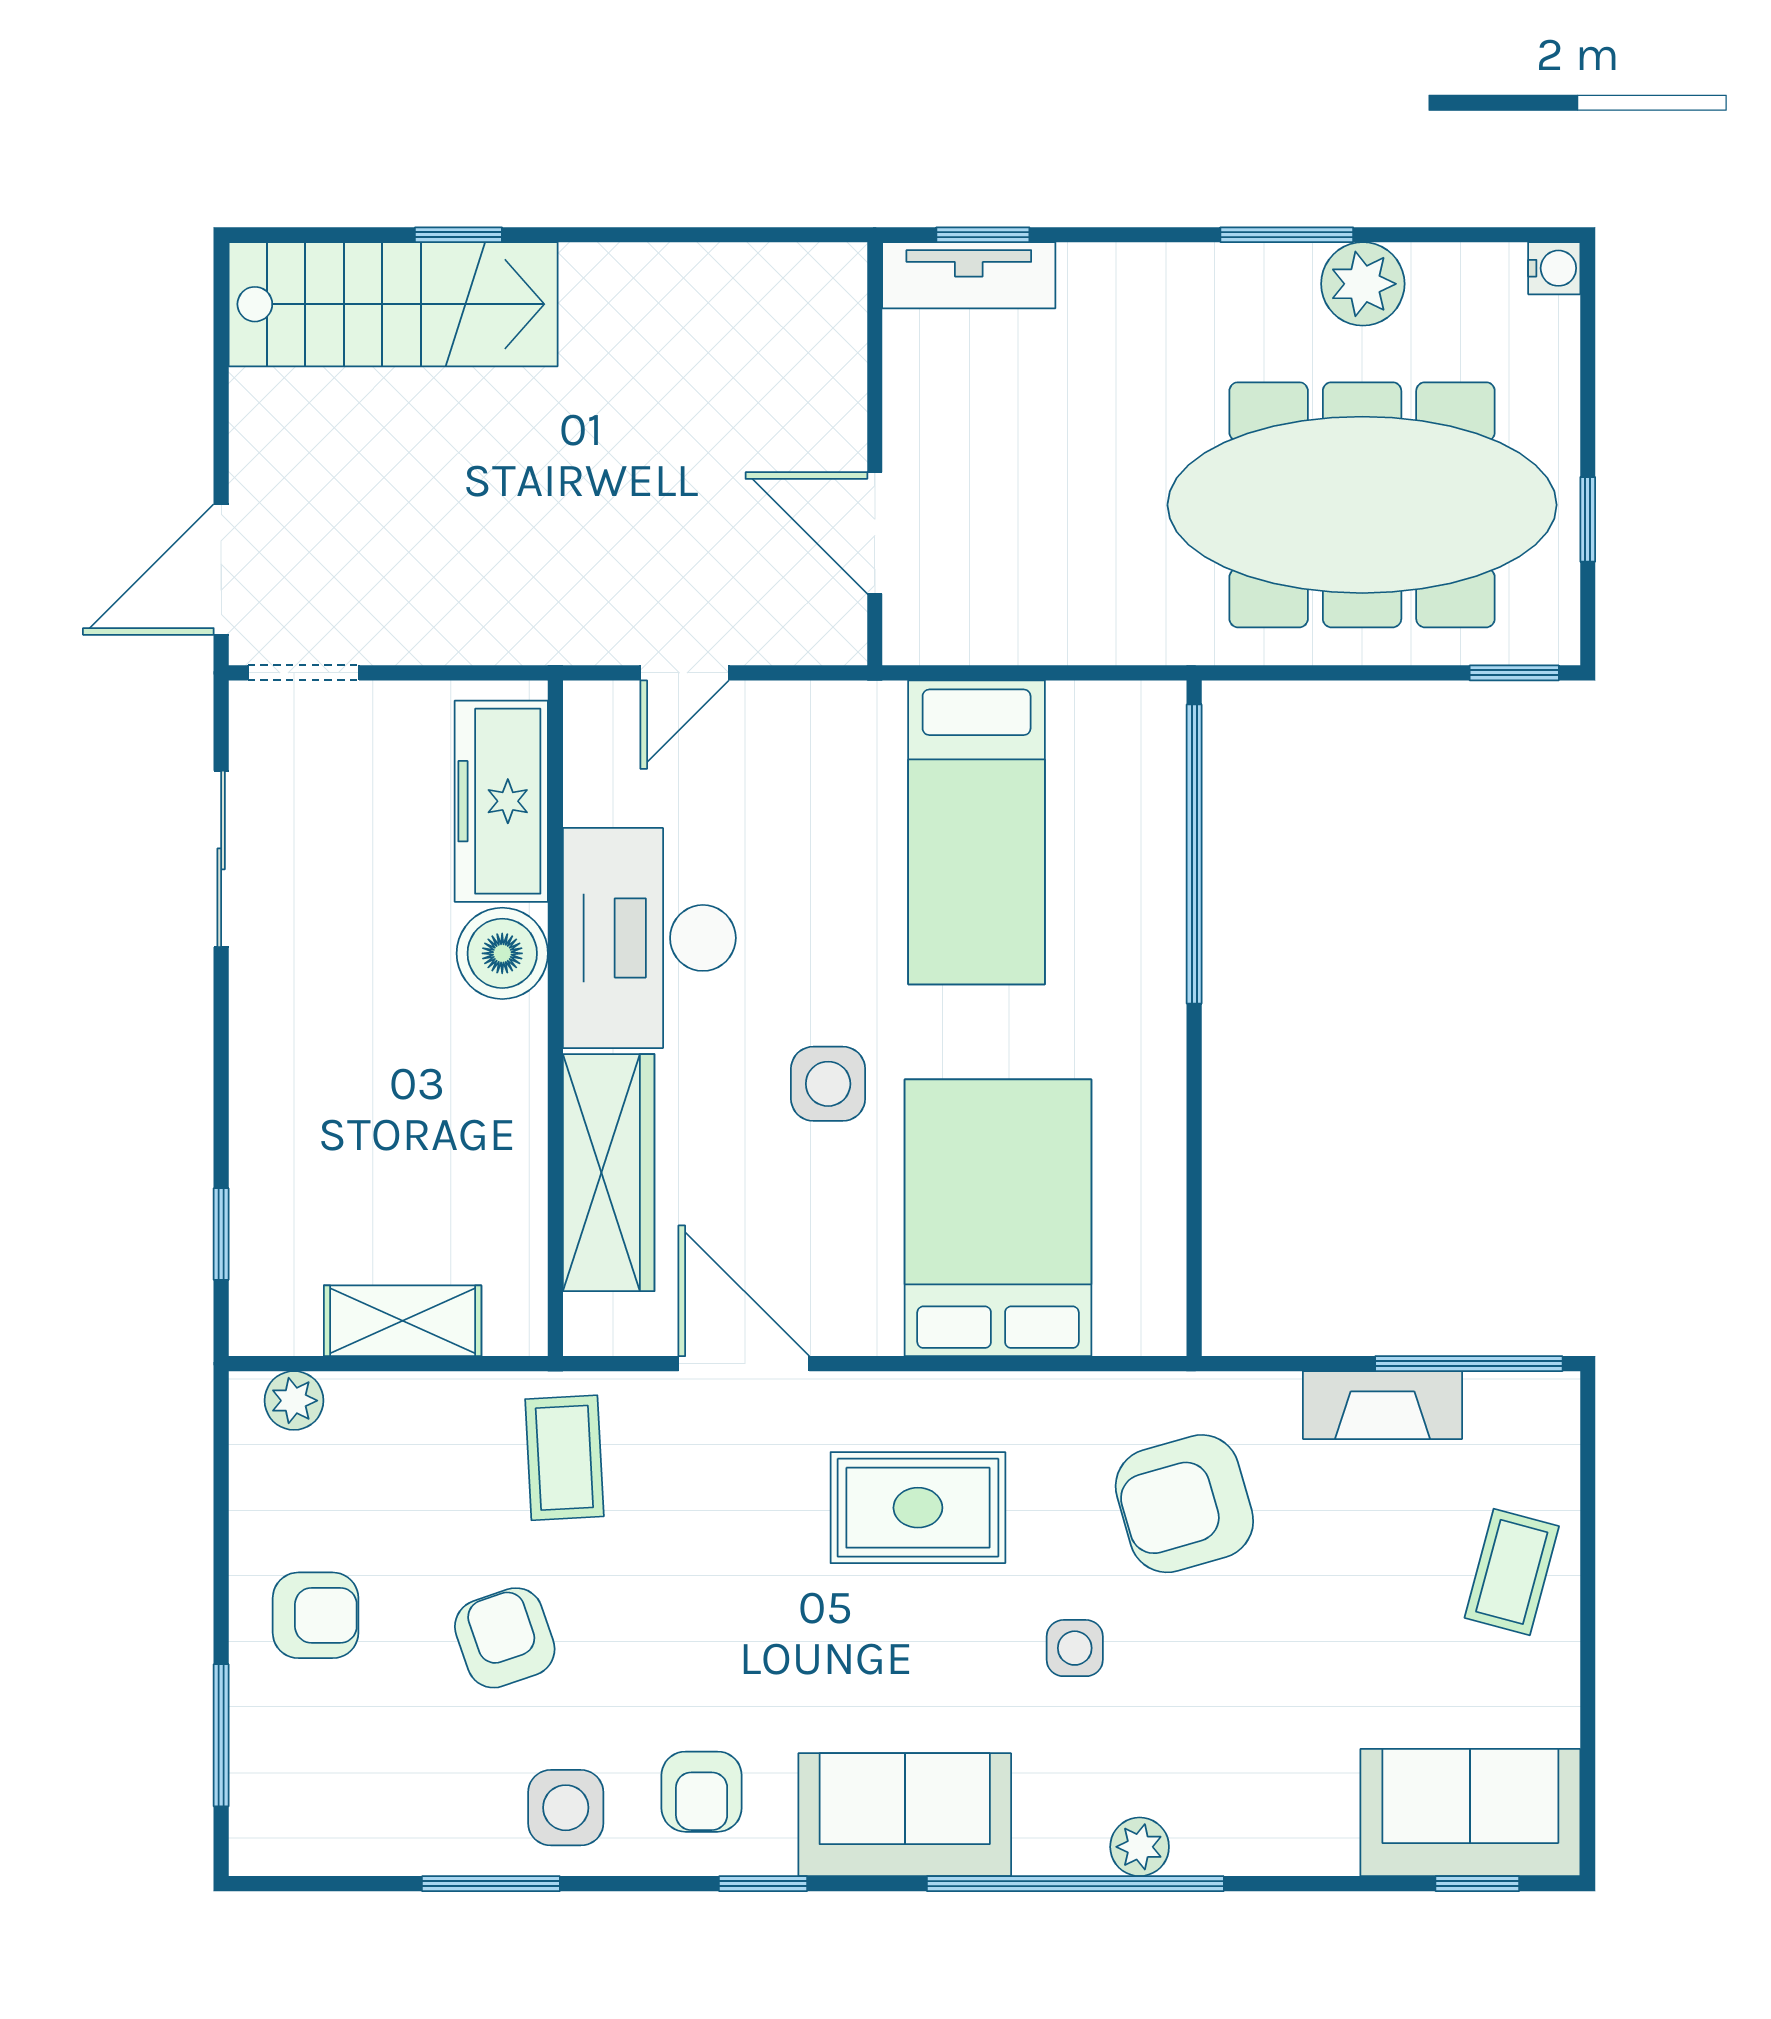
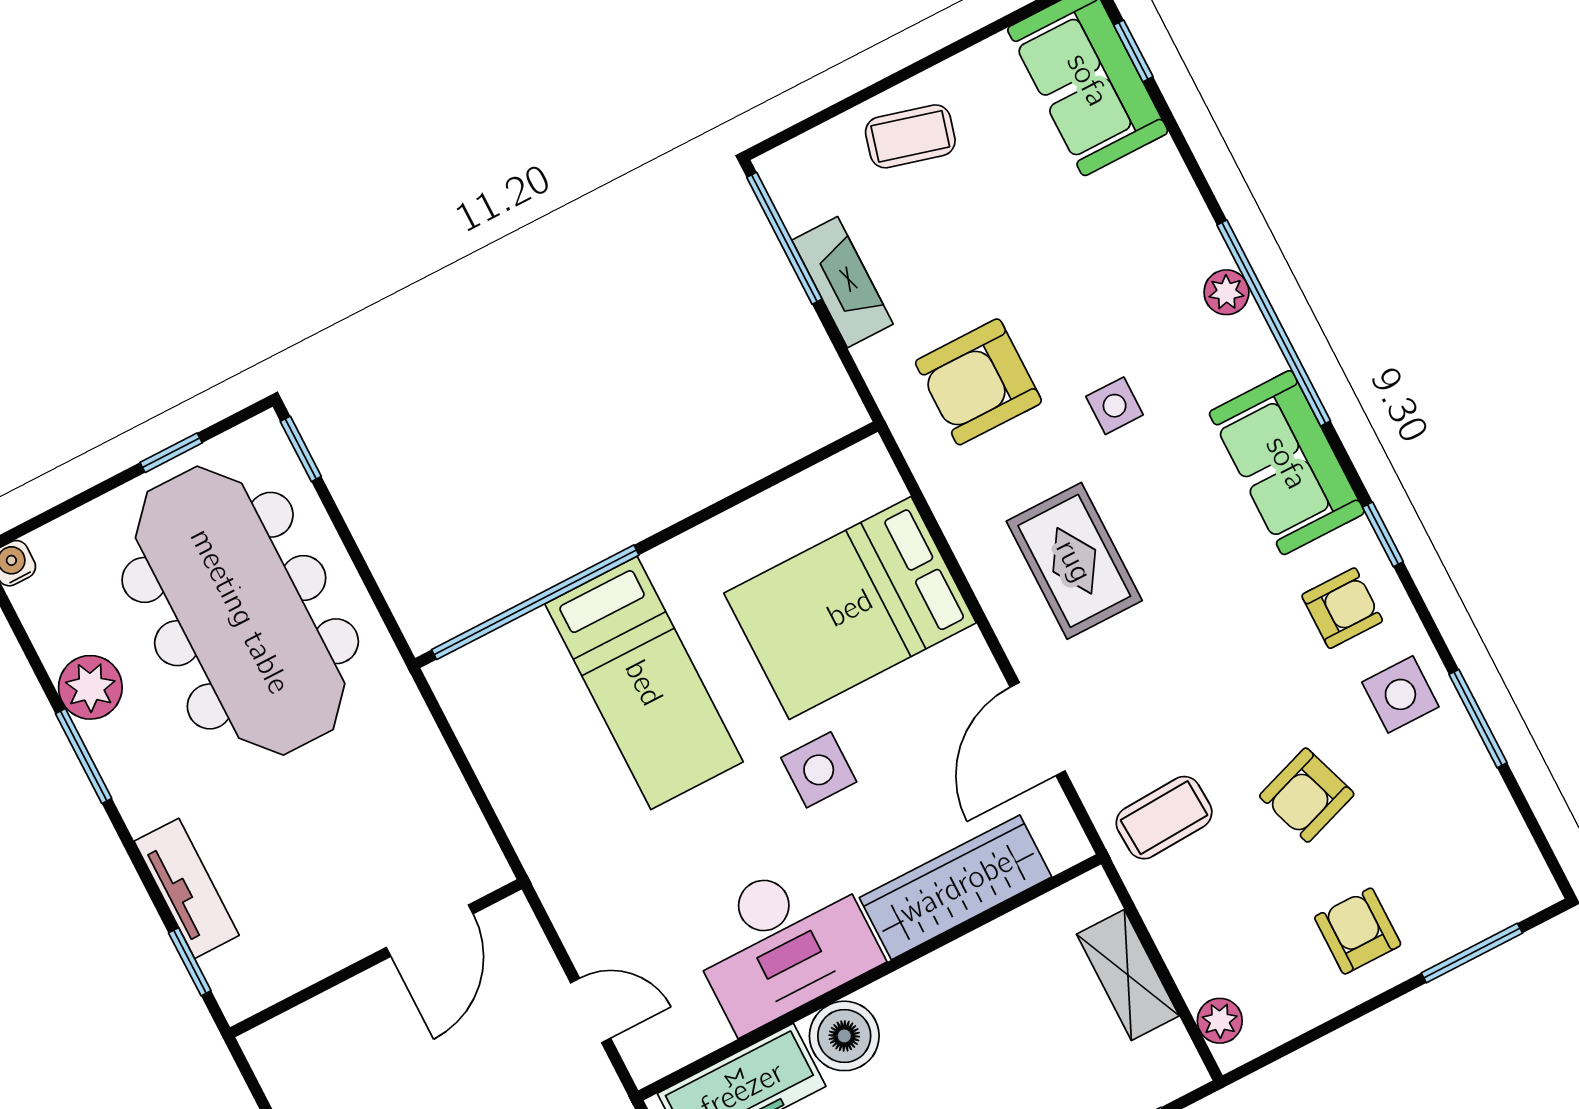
tv unit: (969, 275) -> (187, 888), moved
bed: (977, 832) -> (644, 683), moved, turned 90
armchair: (1184, 1504) -> (978, 382), turned 106

